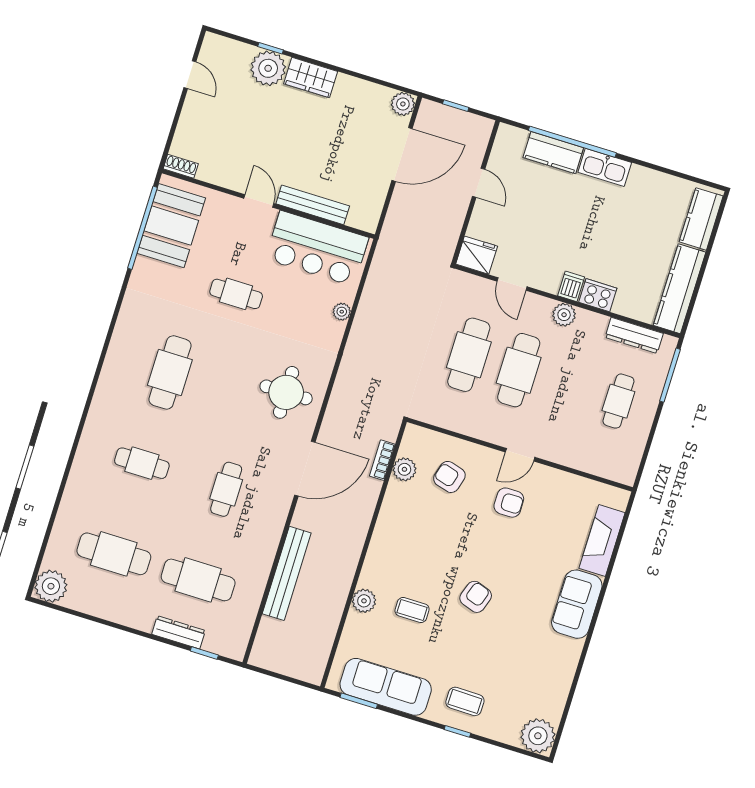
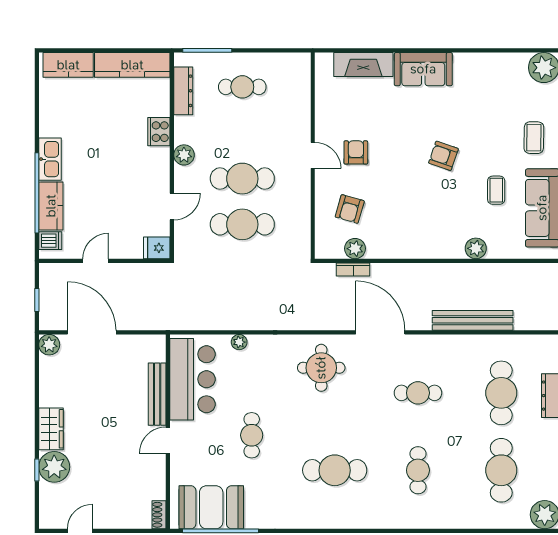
fridge: (477, 255) -> (157, 248), width x0.72
dishwasher: (571, 286) -> (50, 241), moved, turned 180
coffee table: (412, 610) -> (496, 190), moved

